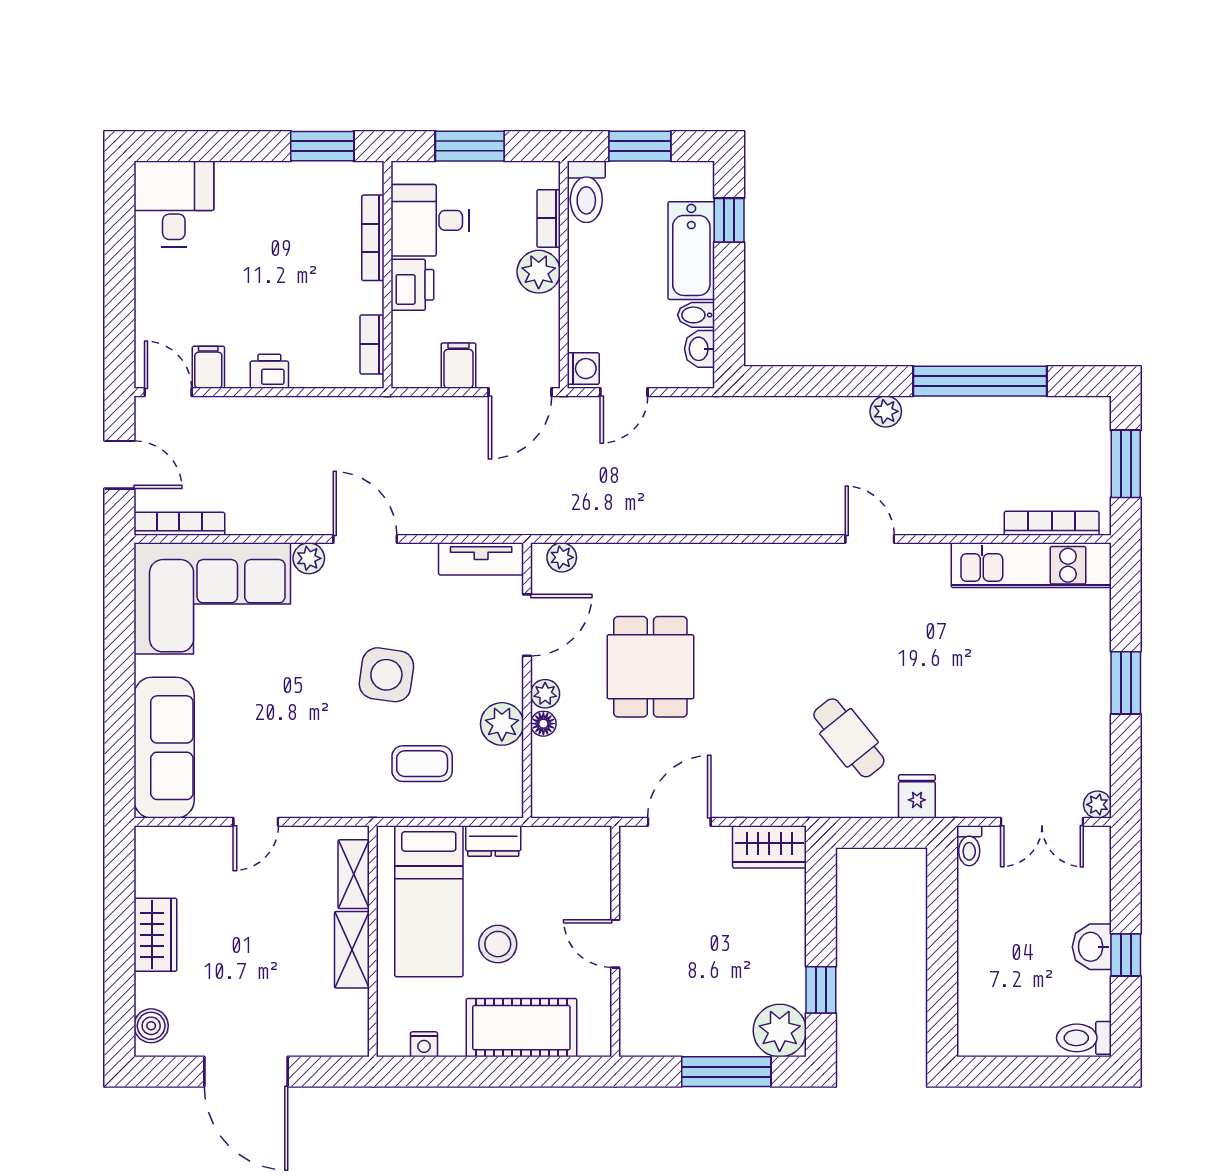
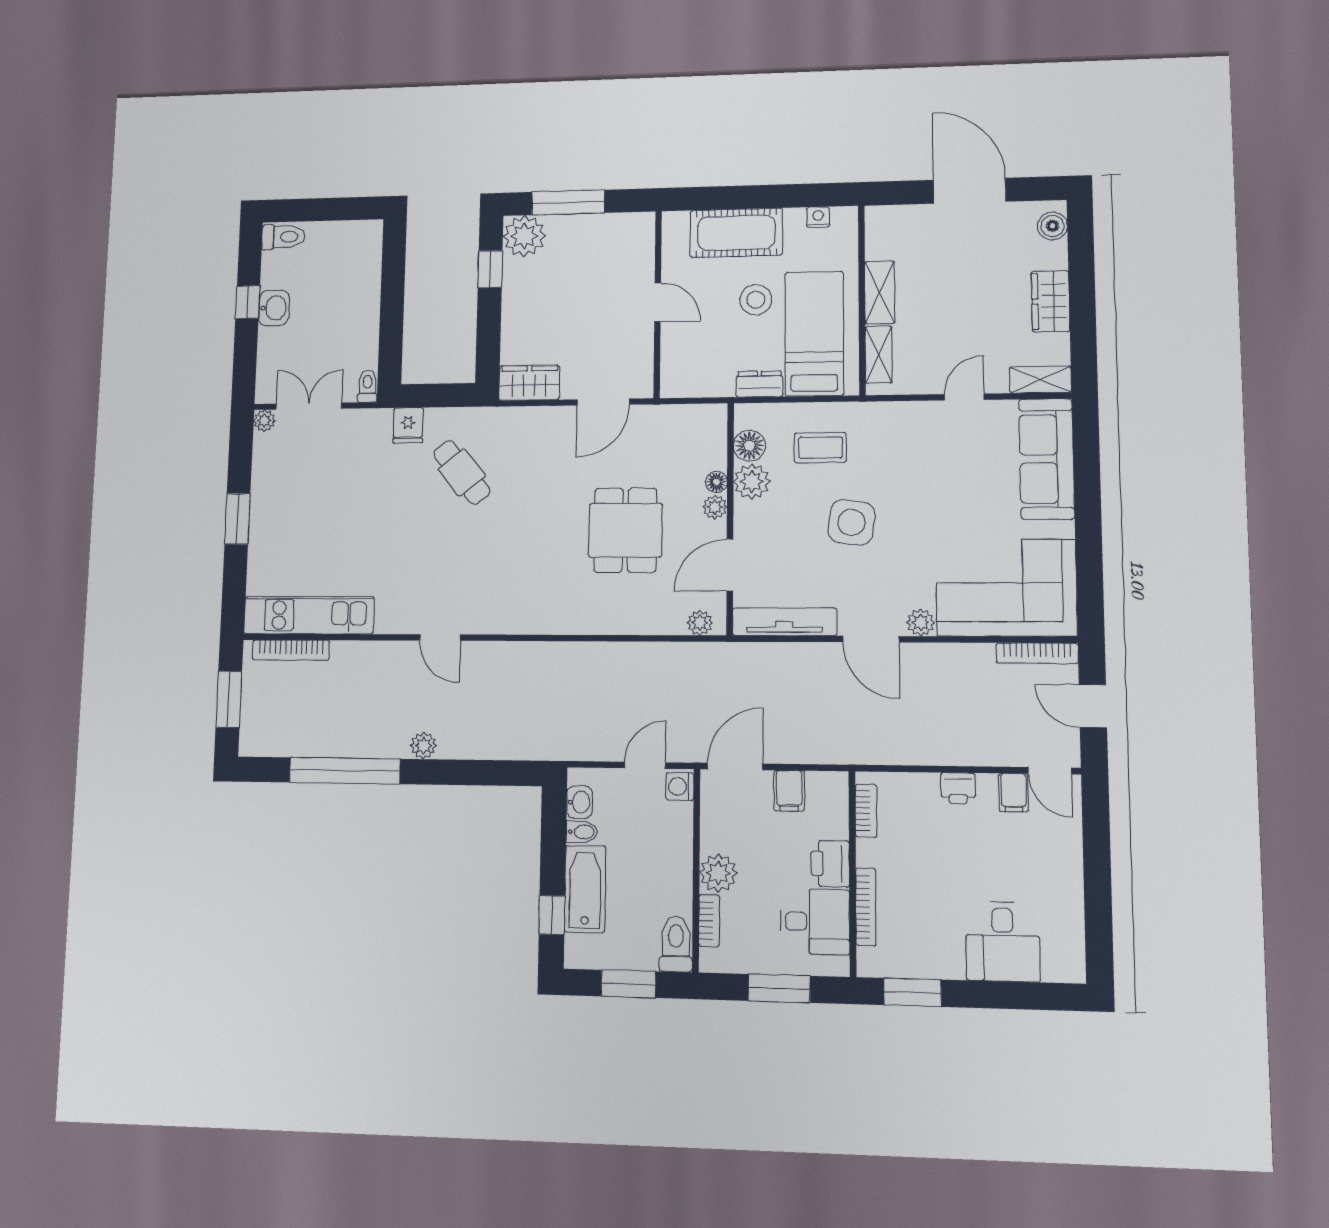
desk: (174, 204) -> (1003, 942), moved
tv unit: (481, 559) -> (784, 622), width x1.41
floor lamp: (505, 767) -> (749, 446), added
shelving: (169, 841) -> (1040, 380), added

